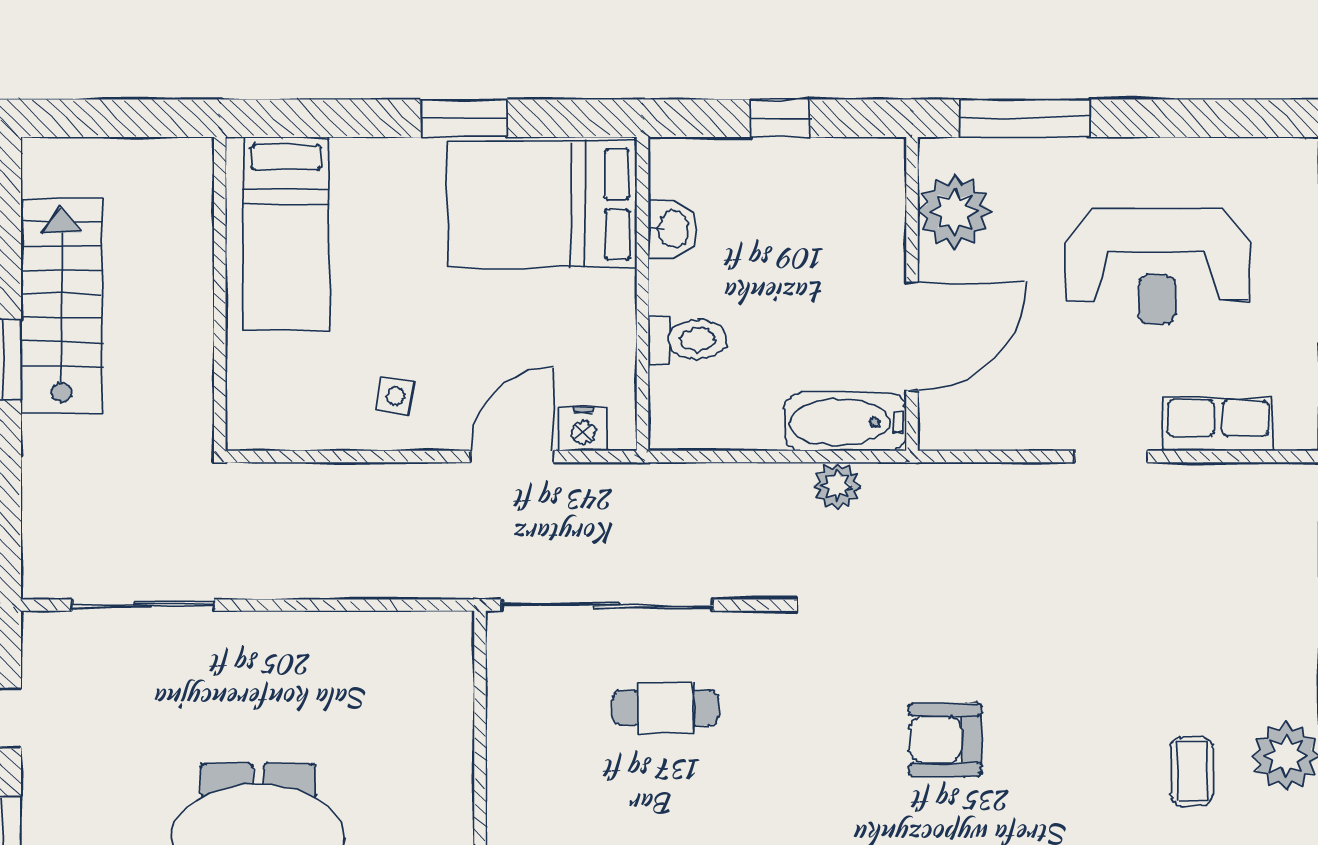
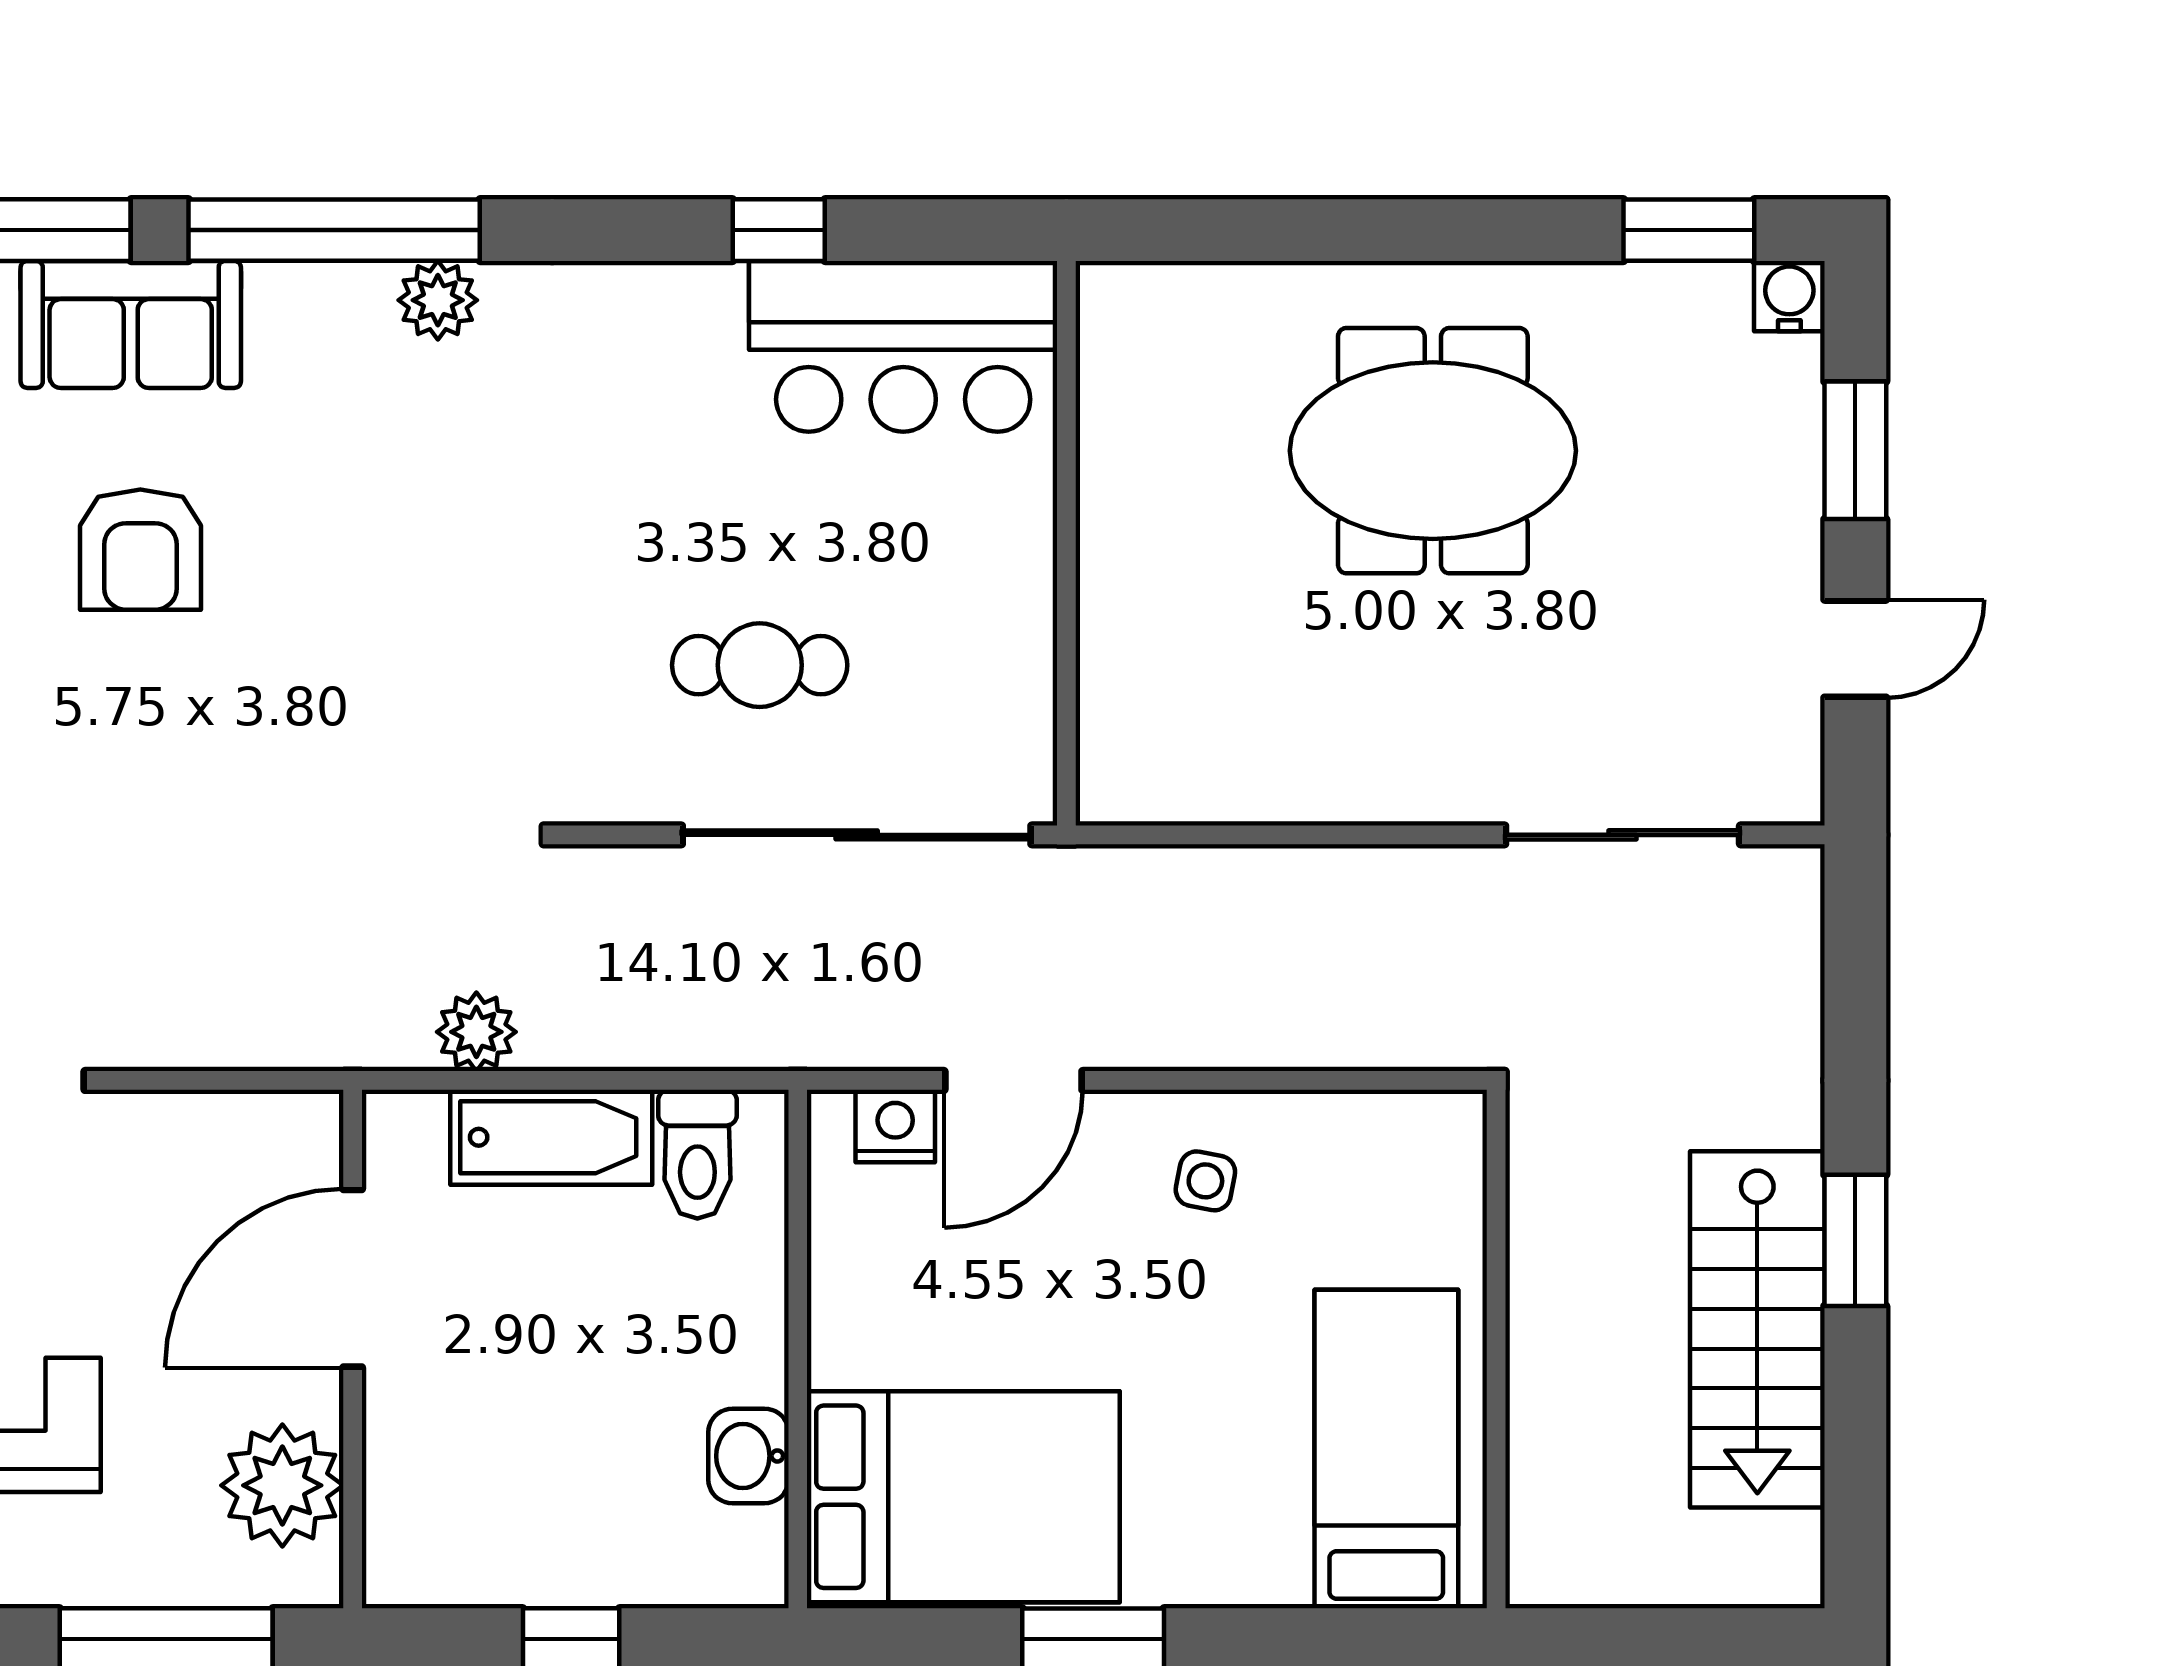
toilet: (687, 339) -> (697, 1154), moved, turned -90
bathtub: (845, 422) -> (551, 1137), moved
armchair: (945, 739) -> (140, 550), moved, turned 90

